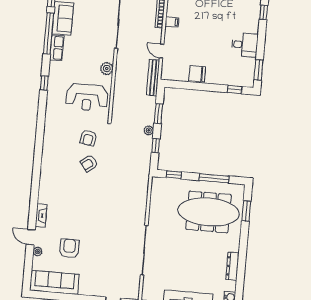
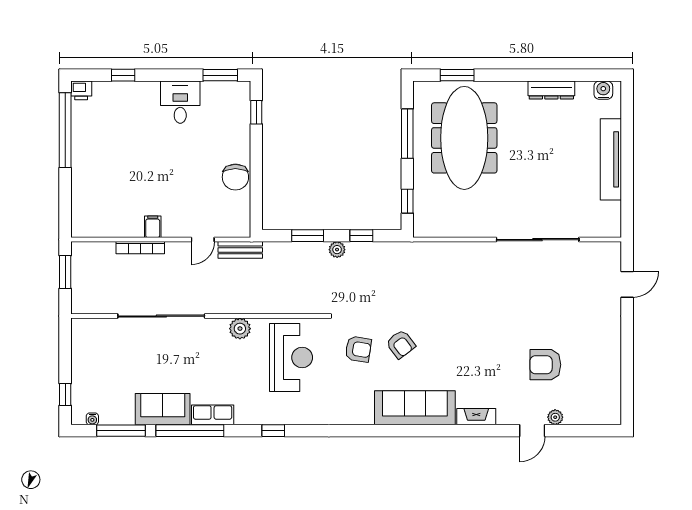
bench: (153, 78) -> (240, 250), width x0.73
fireplace: (41, 215) -> (476, 417), moved
sofa: (54, 282) -> (415, 408), moved, turned 90

